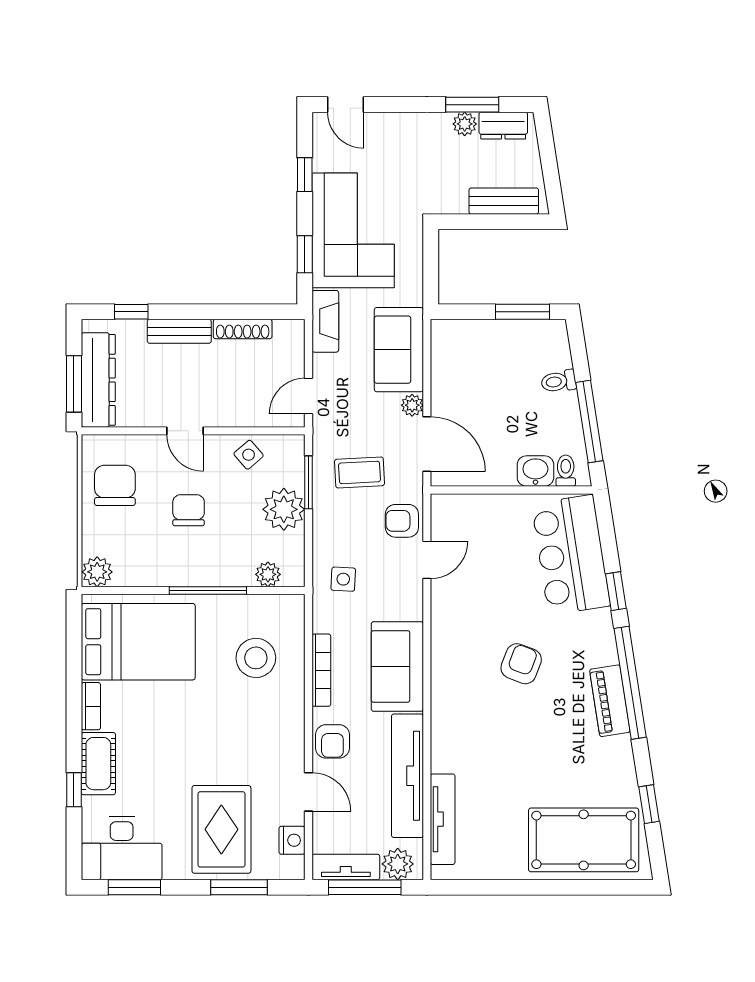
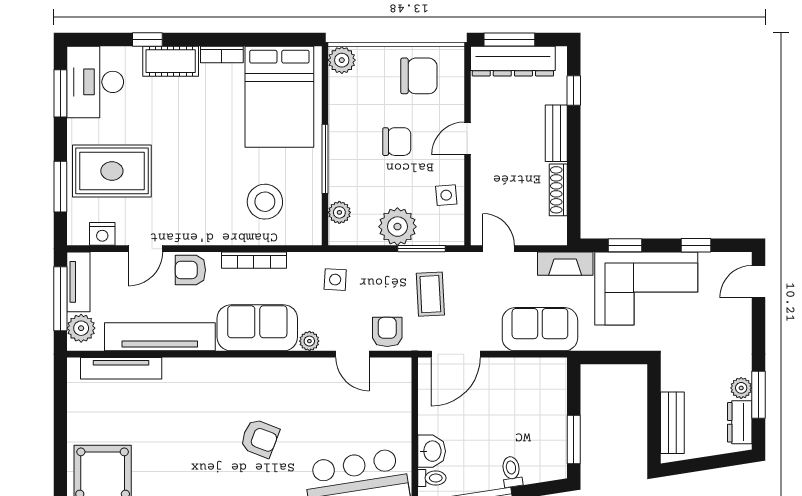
plant: (412, 405) -> (309, 341), moved
side table: (249, 455) -> (446, 195), turned 36

